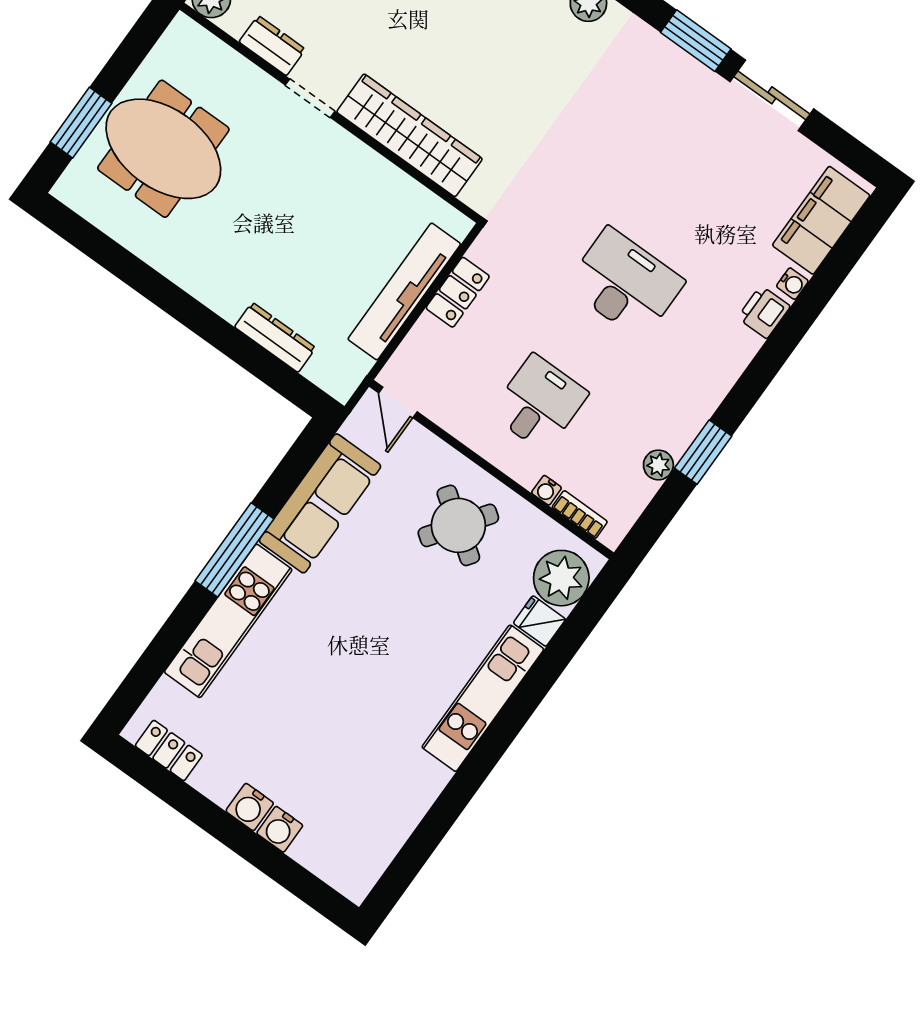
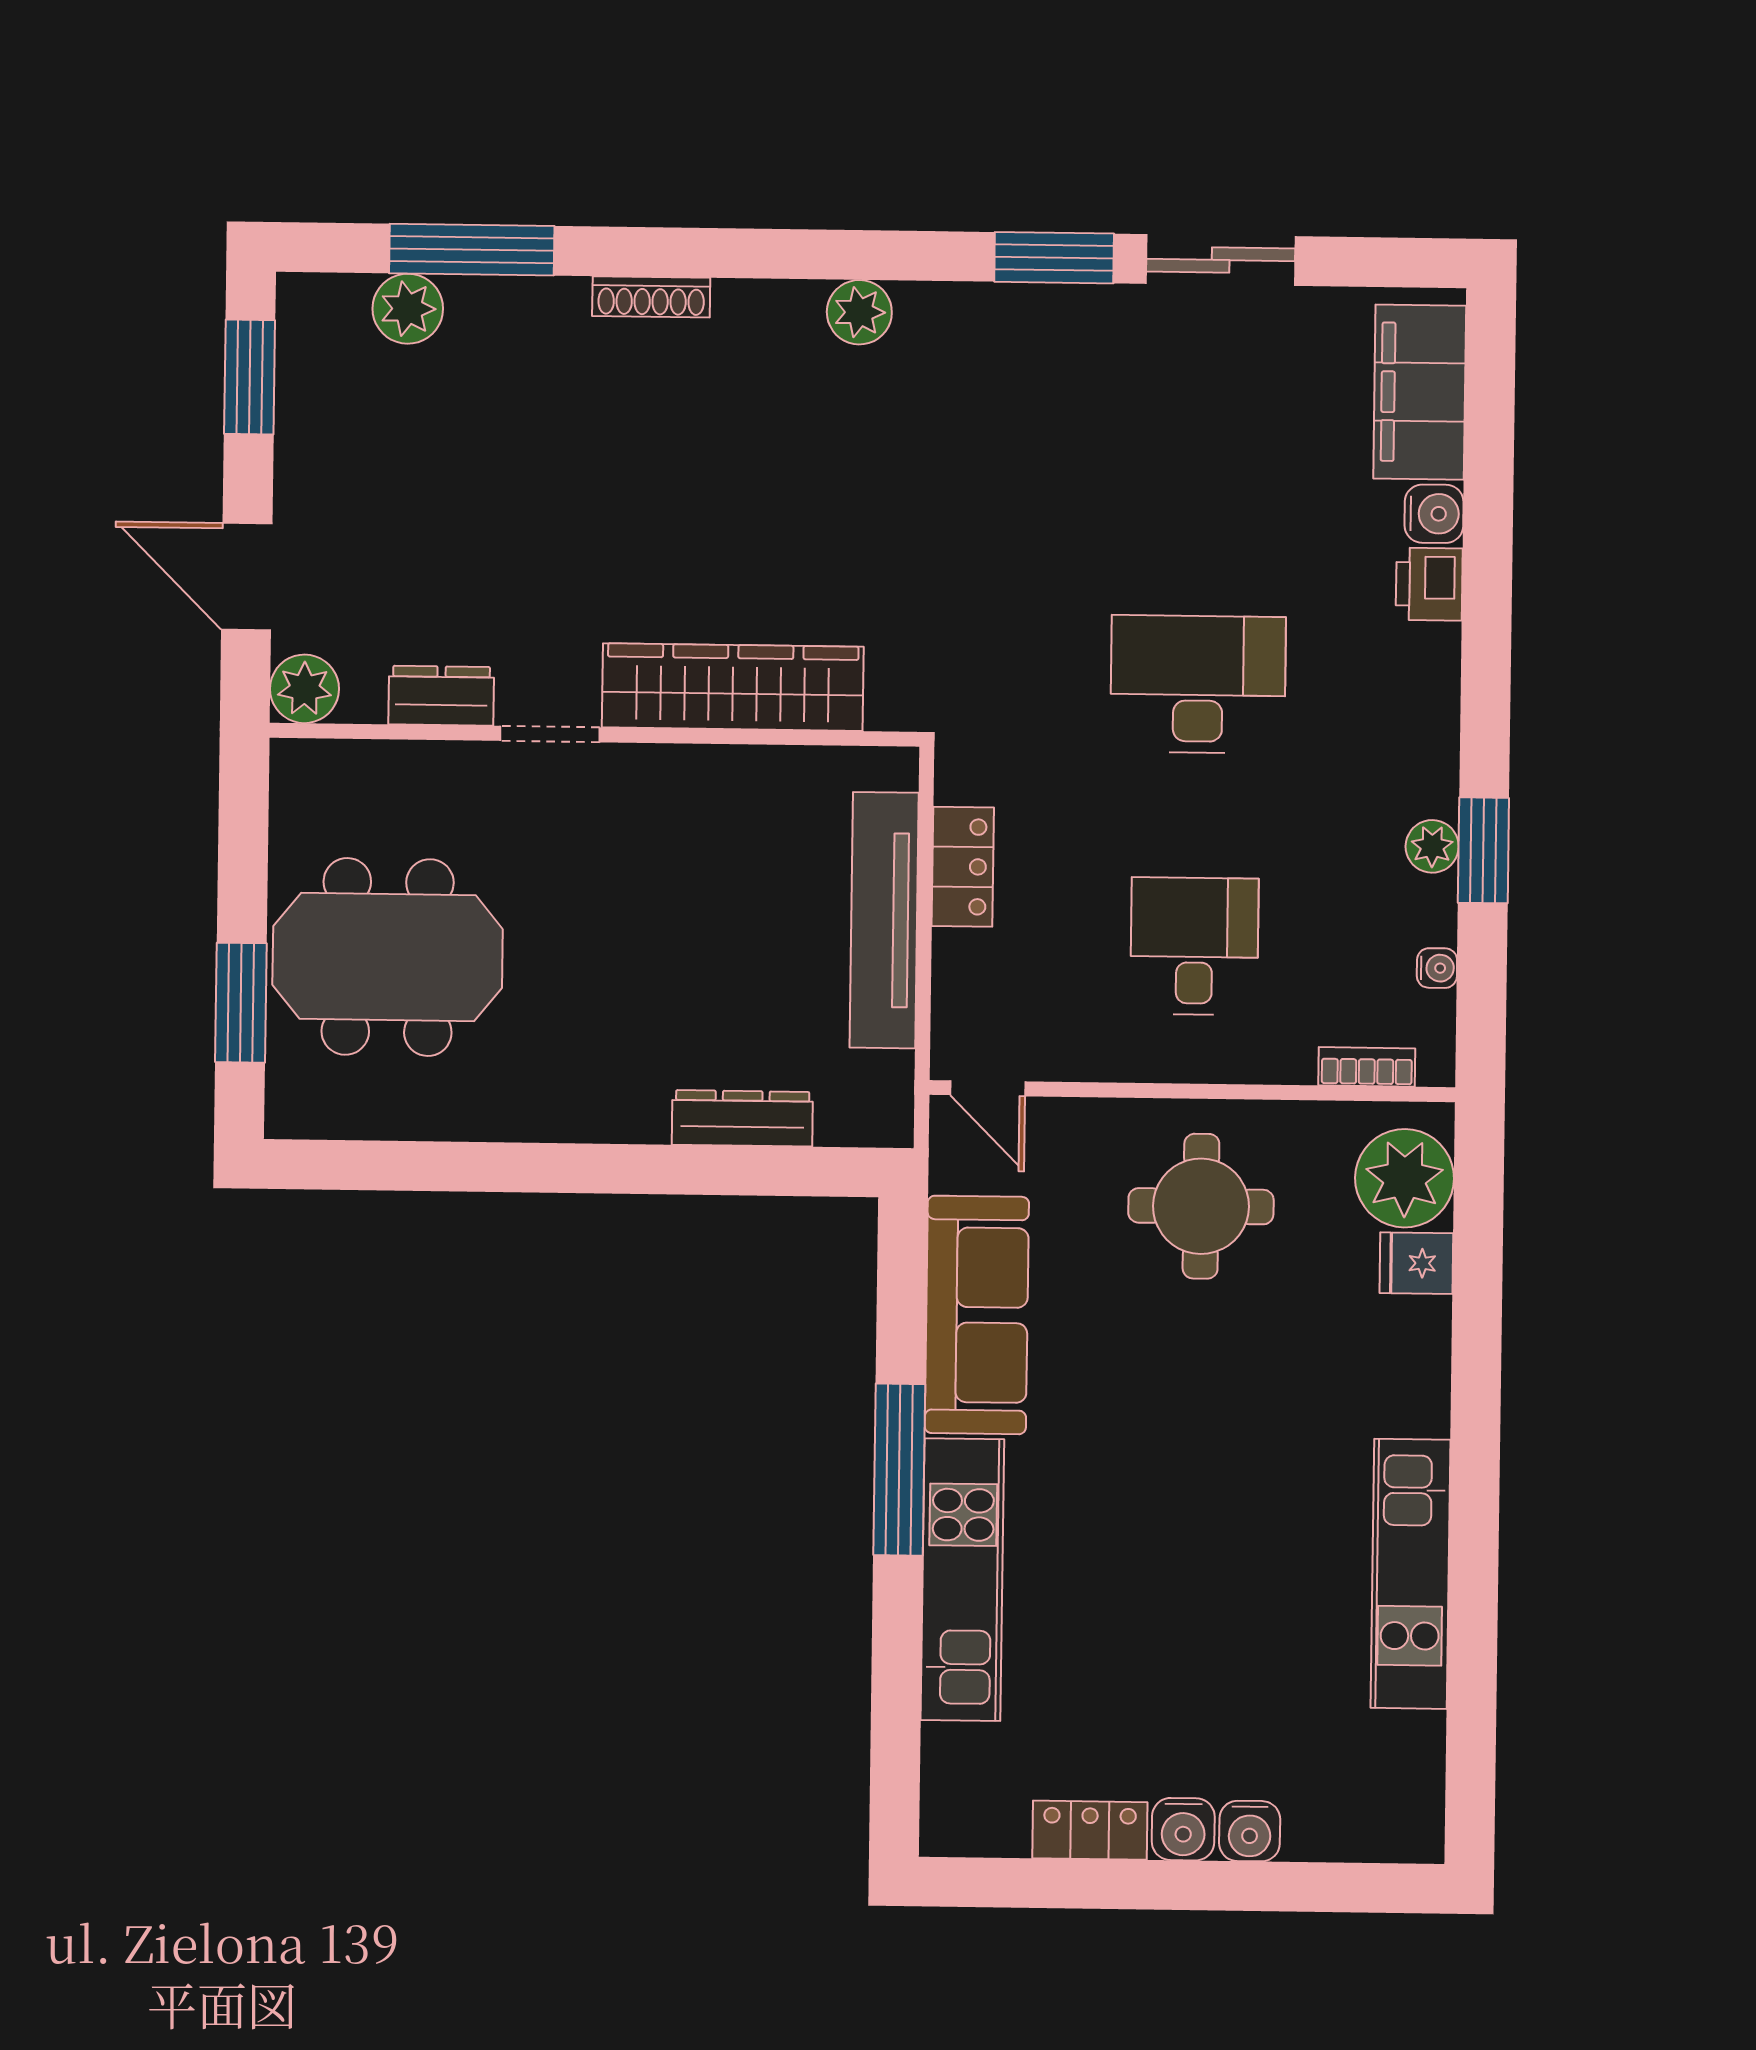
water cooler: (792, 284) -> (1434, 514), width x1.38, depth x1.38
plant: (658, 465) -> (1432, 846), moved
water cooler: (547, 490) -> (1437, 968), moved, turned -90
round table: (458, 525) -> (1201, 1206), turned -35
kitchen unit: (483, 698) -> (1410, 1574), moved
locker: (169, 750) -> (1090, 1830), moved

